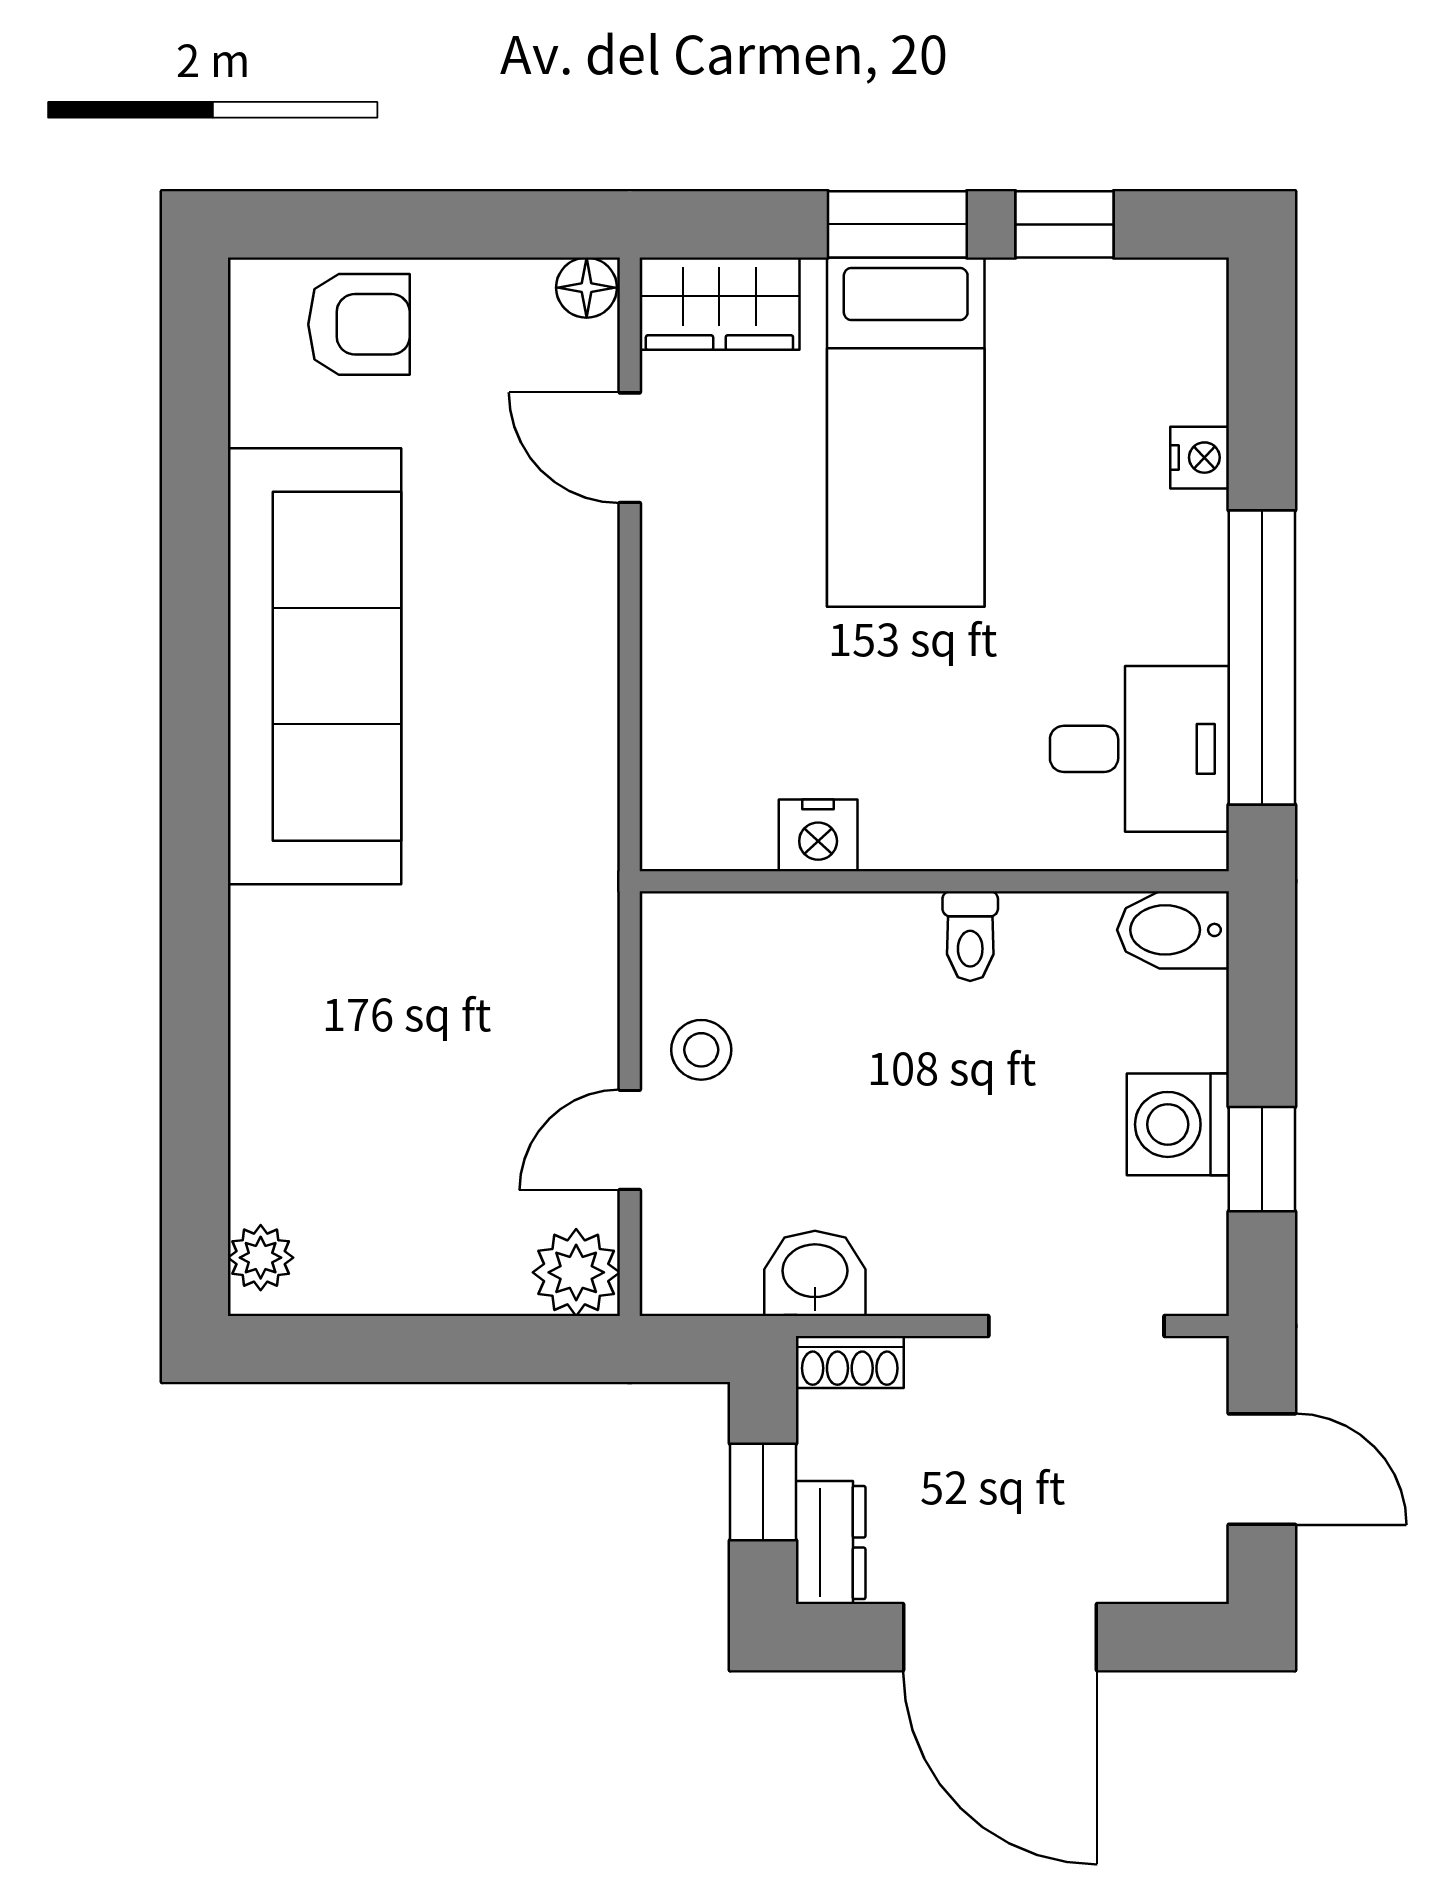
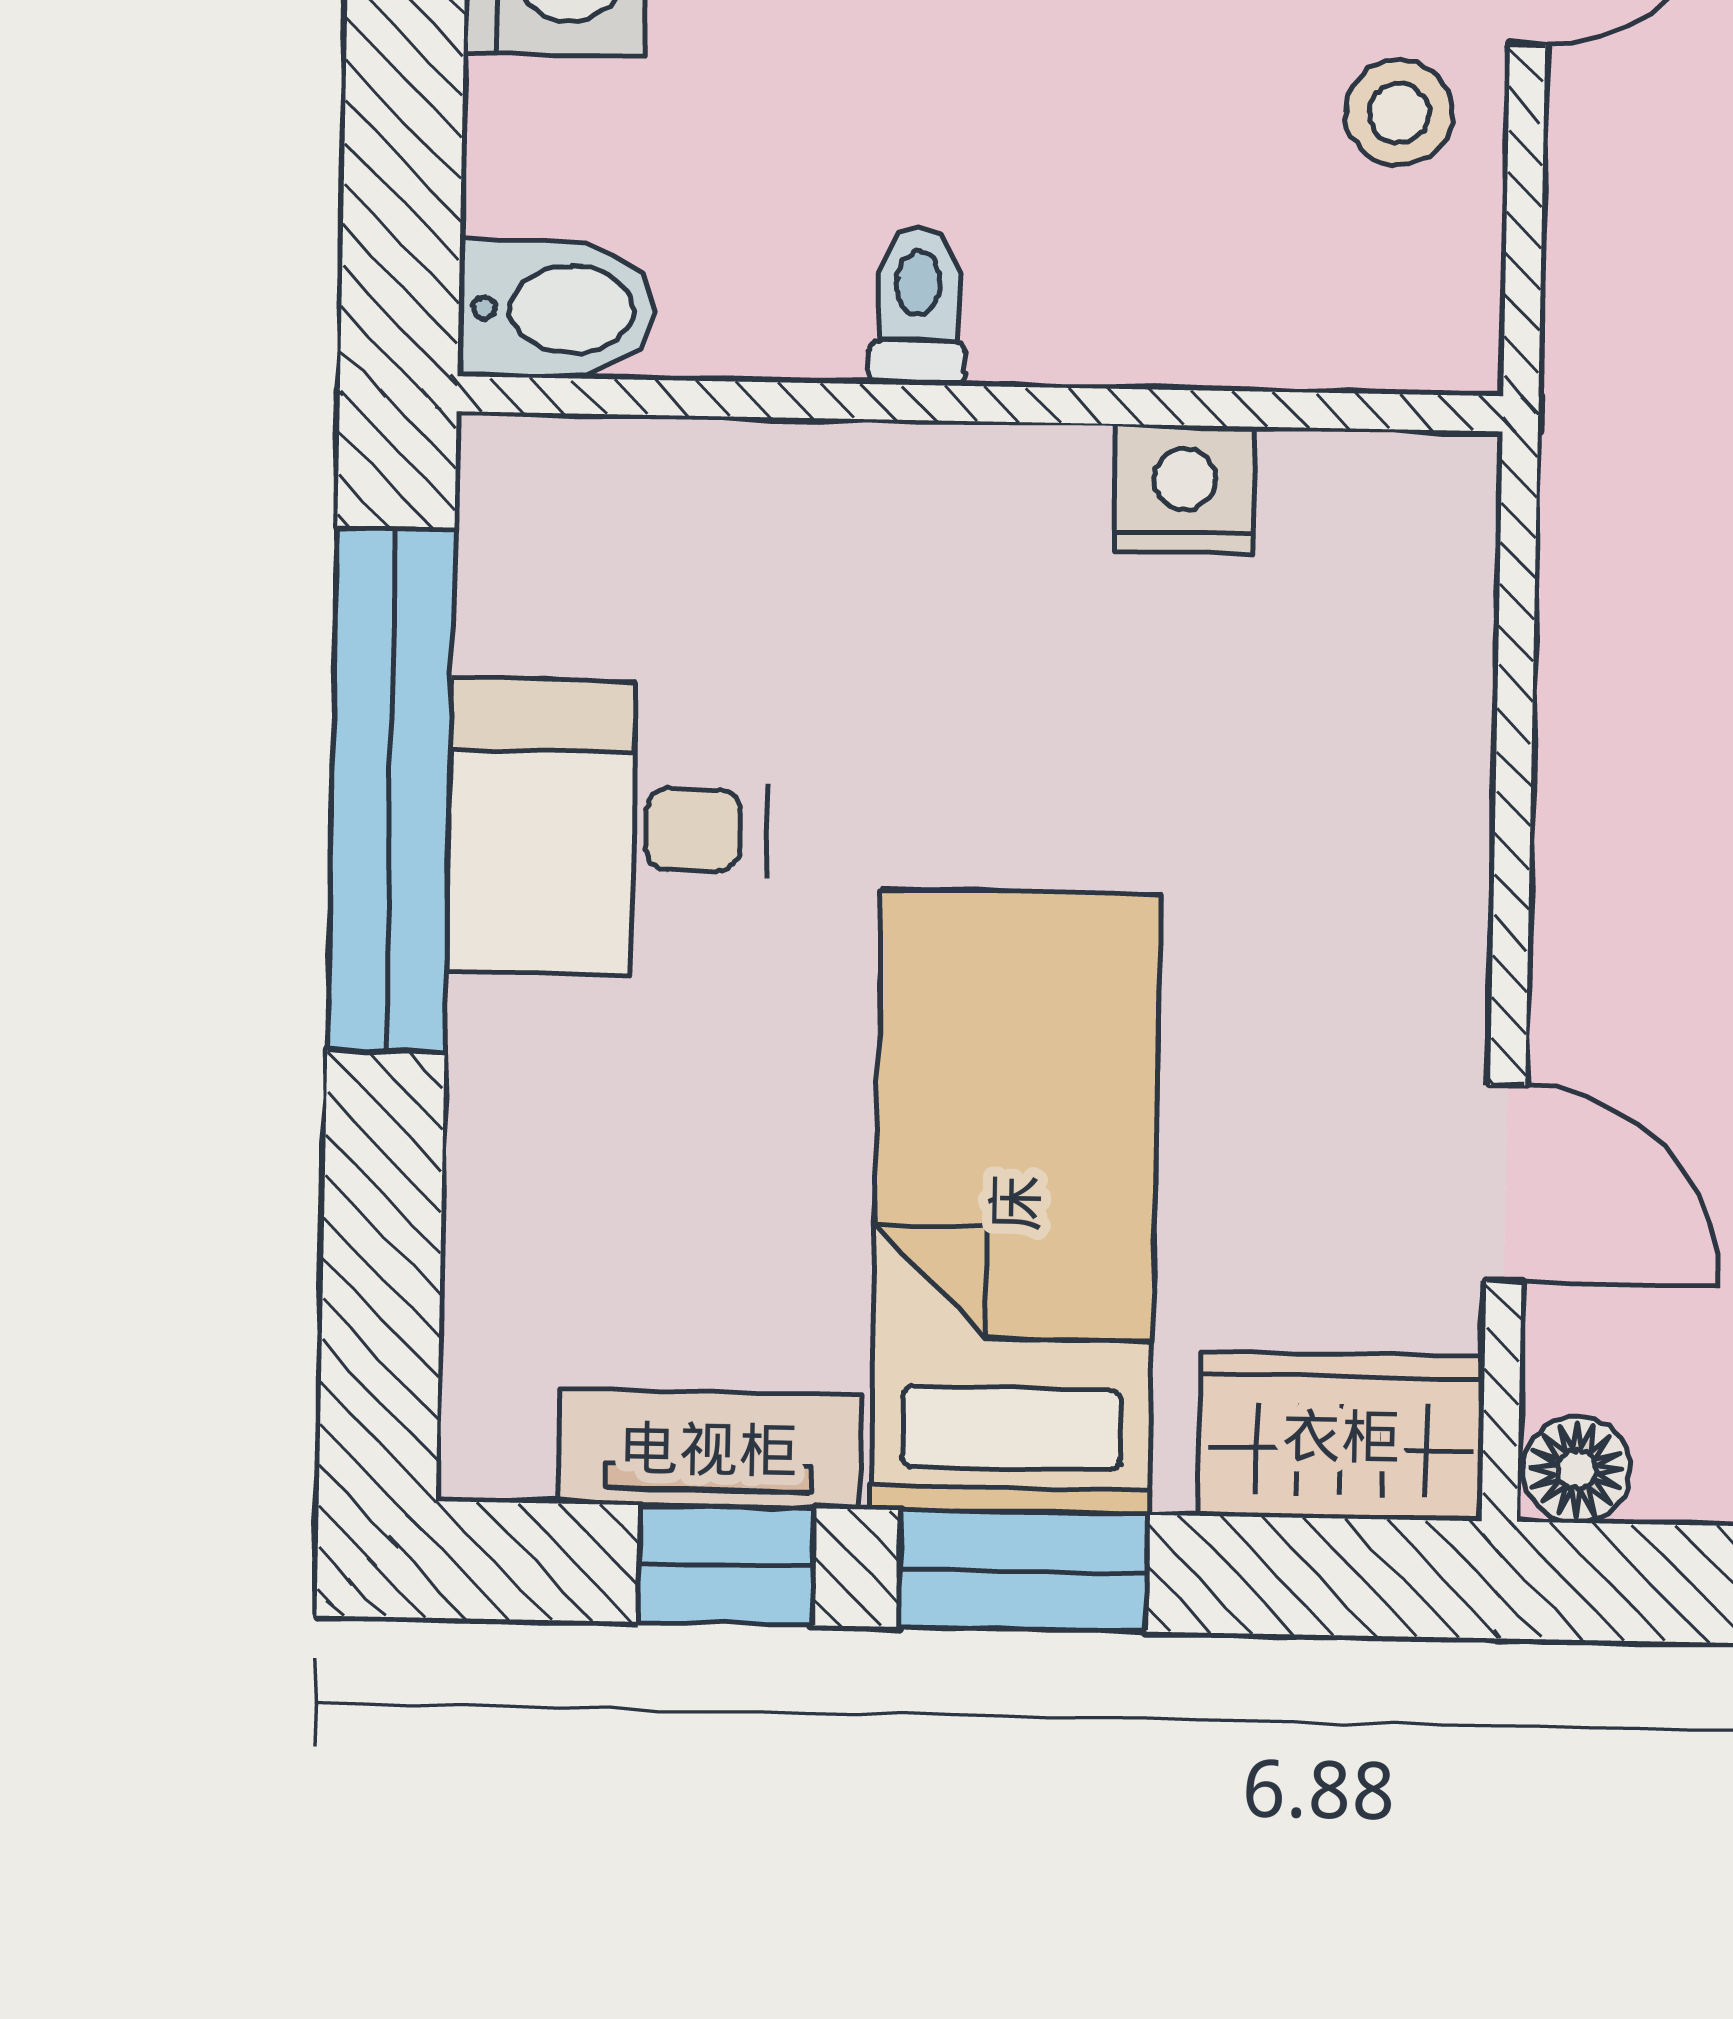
tv unit: (1075, 290) -> (709, 1449), added
nightstand: (1200, 458) -> (494, 1147), removed
desk: (1139, 749) -> (607, 828), moved

